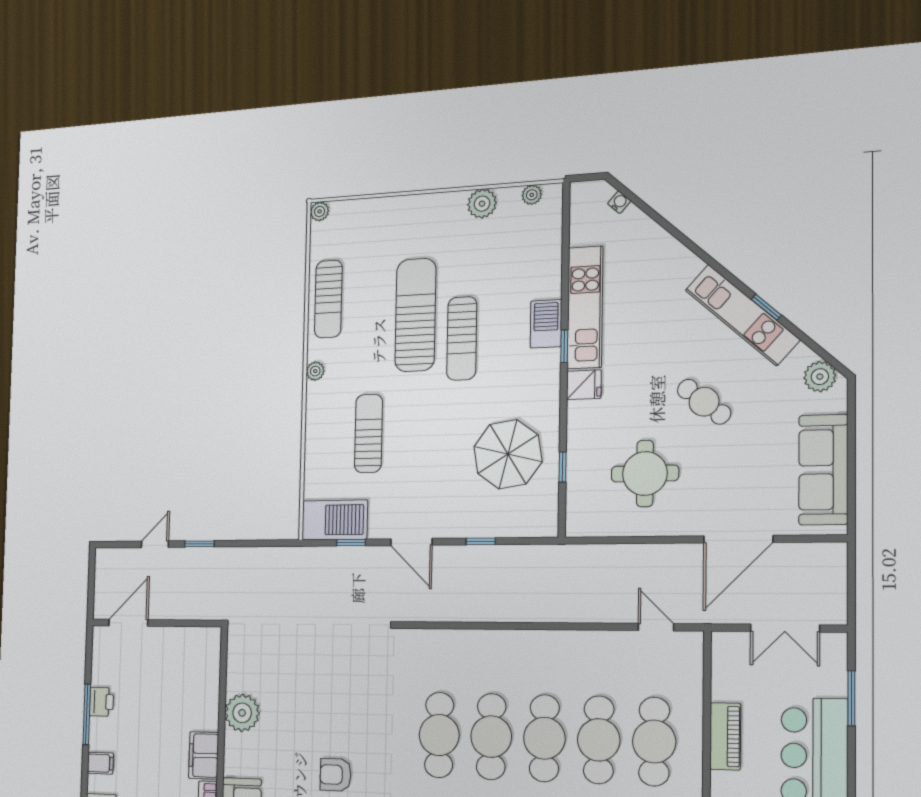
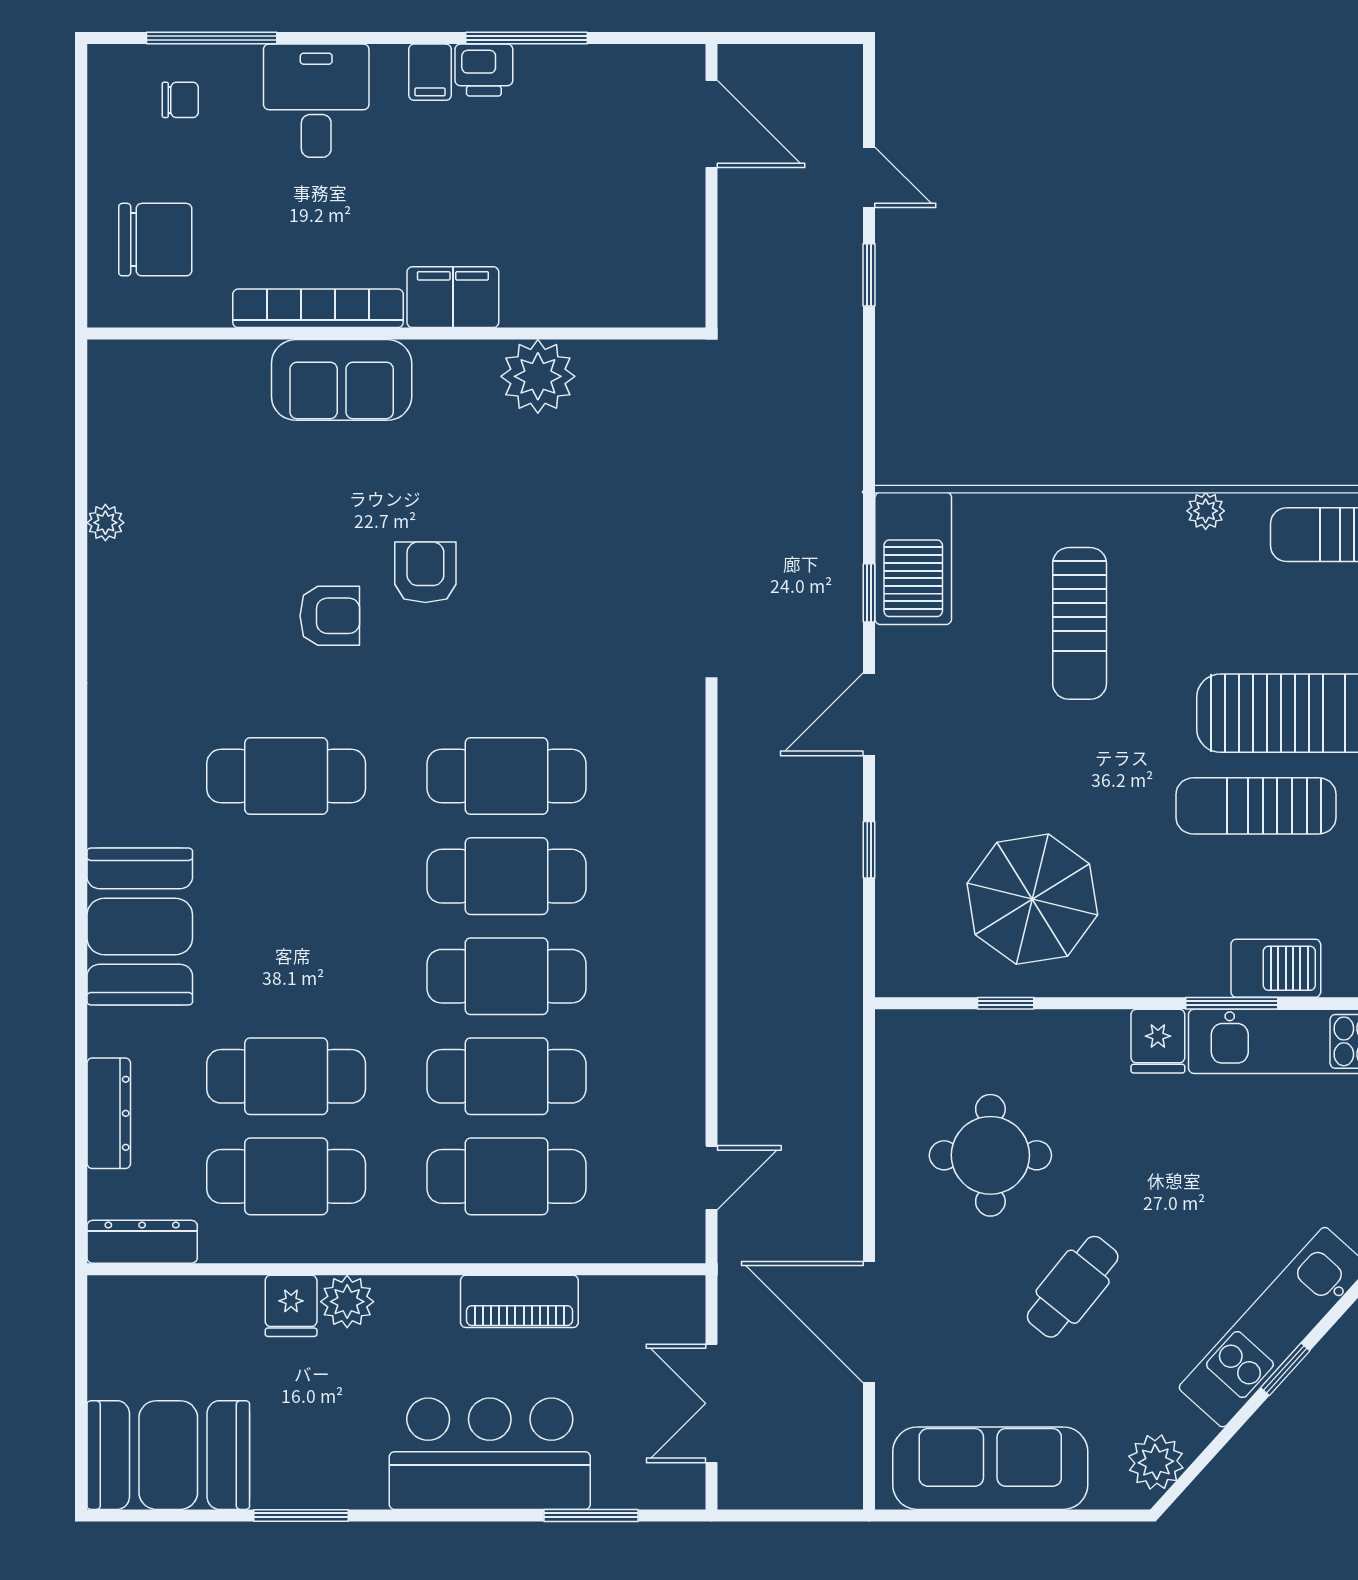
window: (564, 346) -> (1232, 1003), width x1.50
cafe table: (704, 402) -> (1073, 1287), moved
sun lounger: (368, 433) -> (1080, 623), turned 90
printer: (101, 702) -> (484, 70), moved

